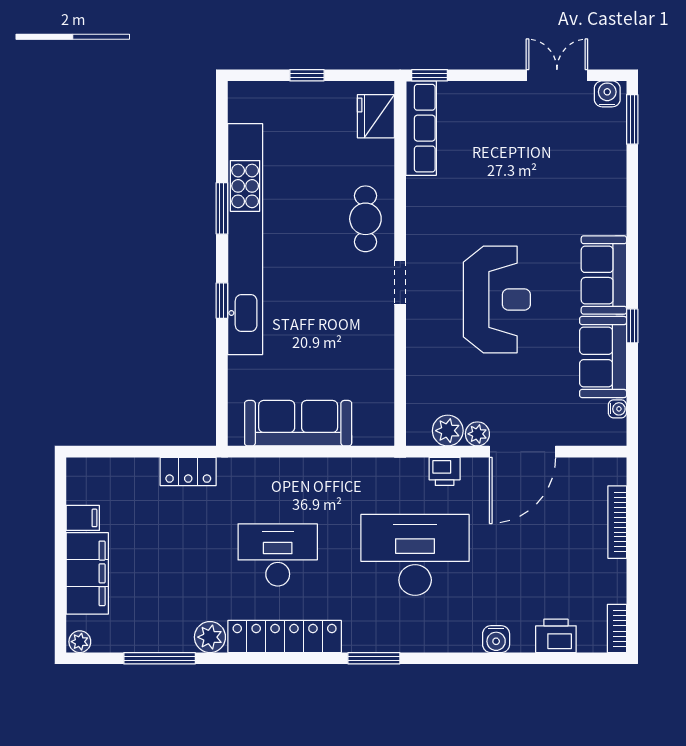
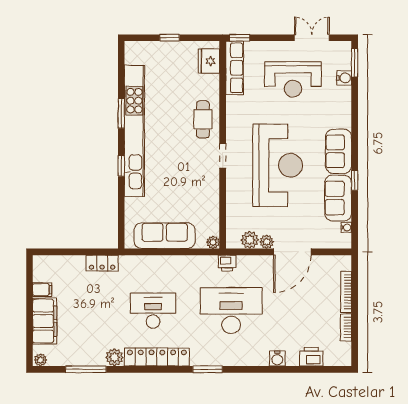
water cooler: (607, 94) -> (344, 78), moved, turned 90
reception desk: (524, 149) -> (293, 79), added
reception desk: (497, 299) -> (278, 165), width x1.36, depth x1.30
plant: (383, 435) -> (213, 242), added
printer: (445, 471) -> (227, 263), moved
bookcase: (617, 629) -> (346, 327), moved

